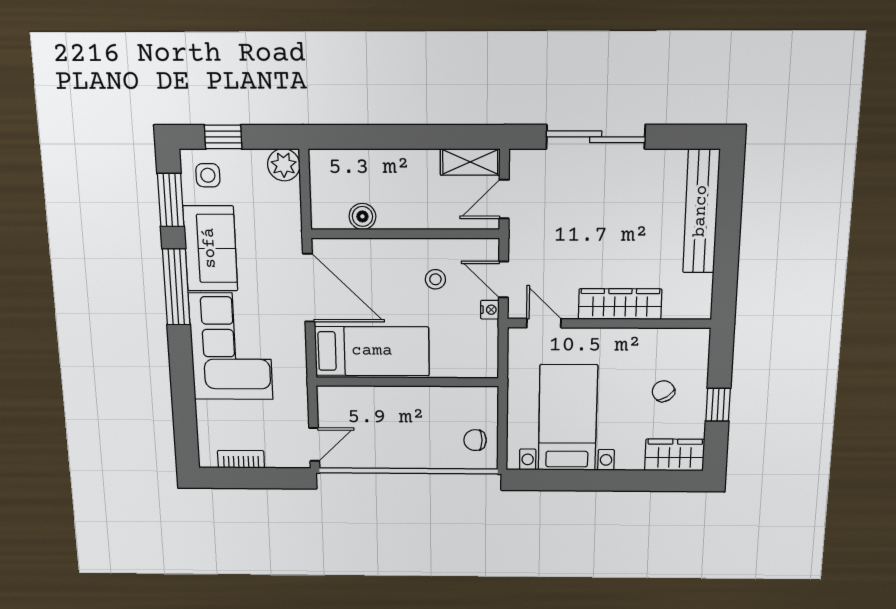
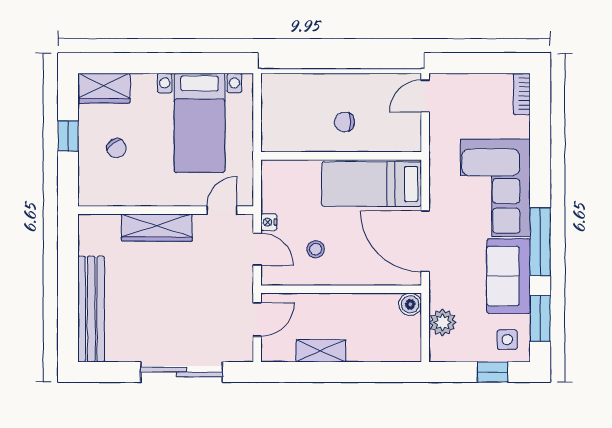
shelving: (470, 162) -> (321, 351), moved
plant: (284, 165) -> (443, 322), moved
boiler: (362, 216) -> (410, 304), moved
door: (544, 323) -> (222, 210), swing flipped
chair: (475, 440) -> (344, 122), moved, turned 180
bookcase: (241, 459) -> (522, 94), moved, turned 90

